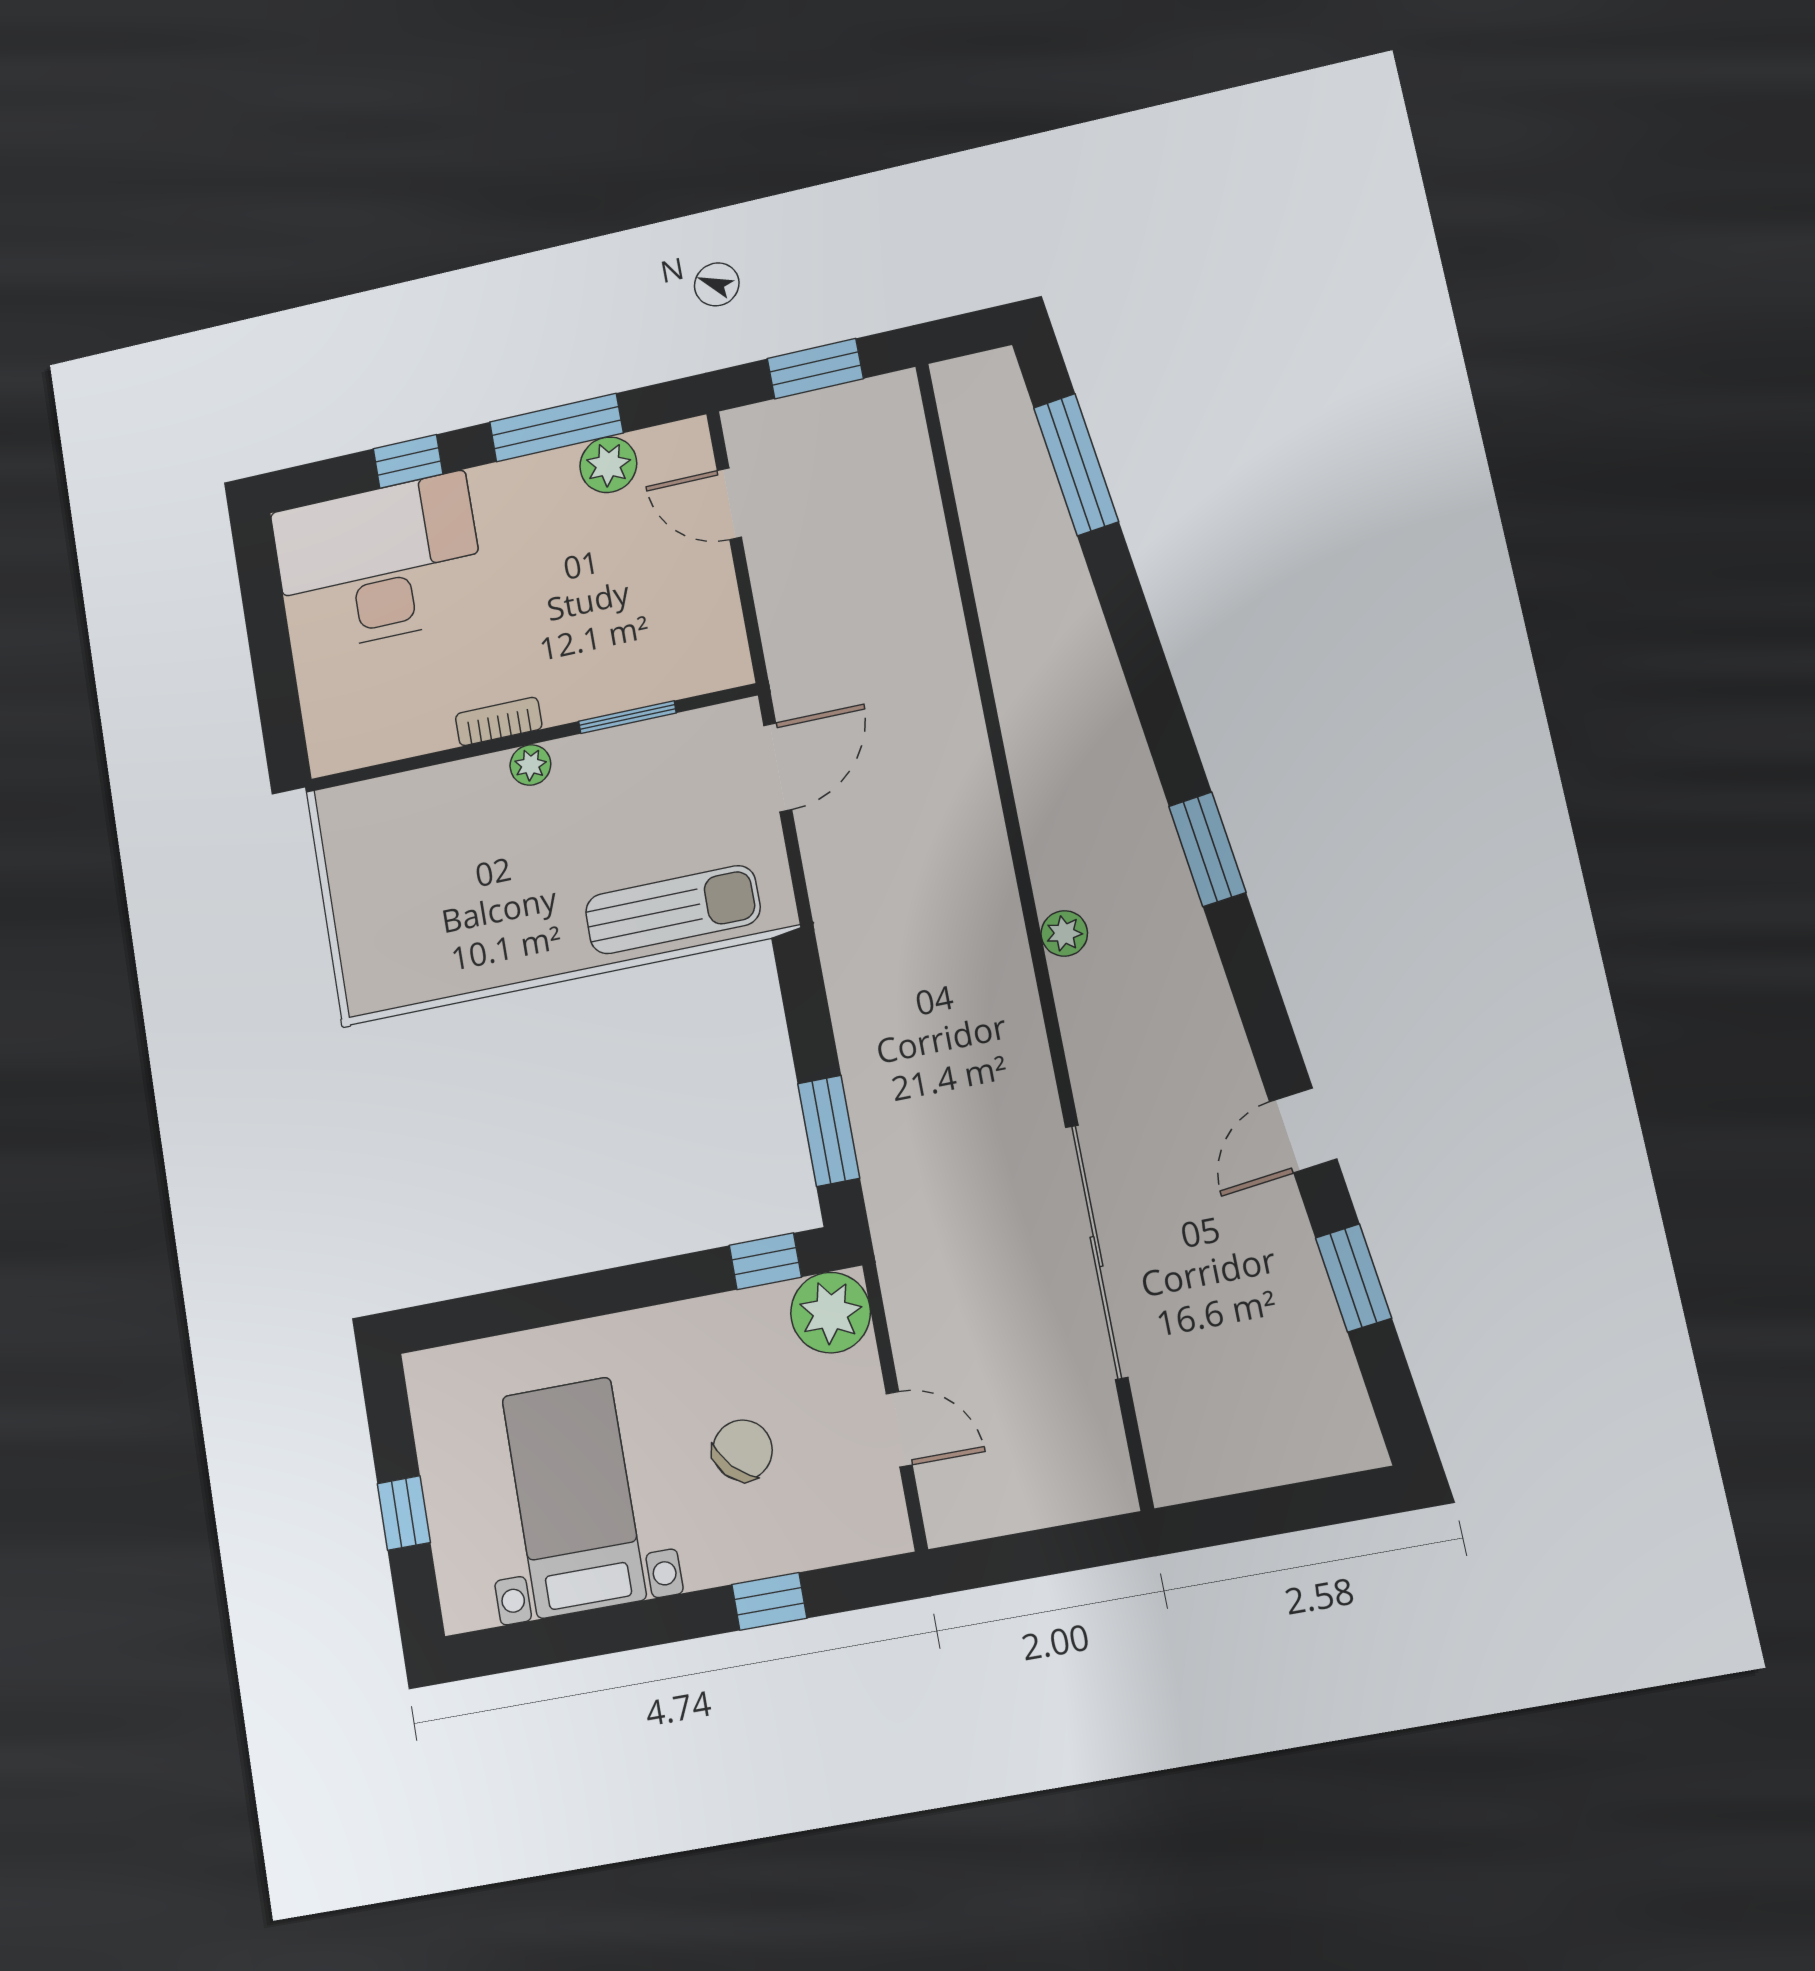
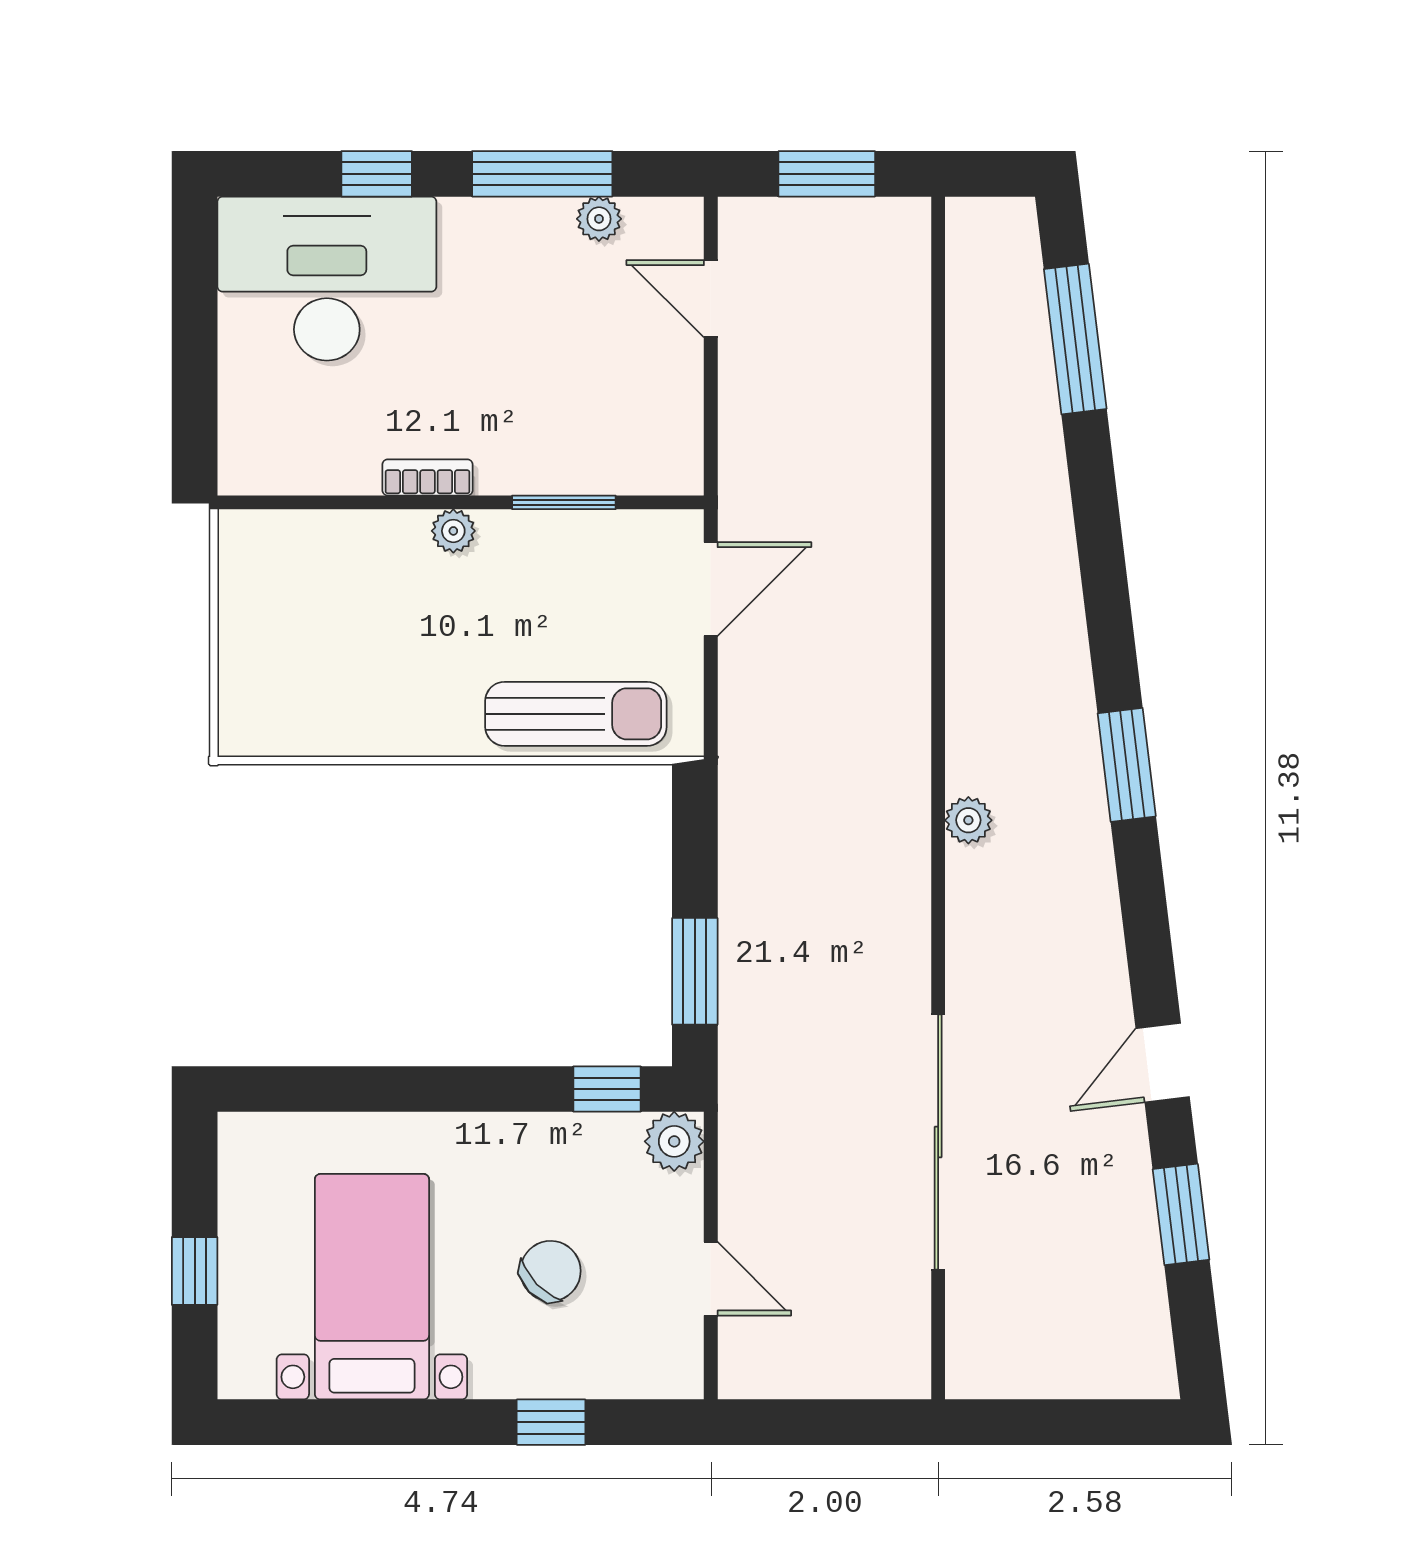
plant: (608, 465) -> (599, 219), width x0.73, depth x0.73
plant: (831, 1313) -> (674, 1141), width x0.73, depth x0.73

